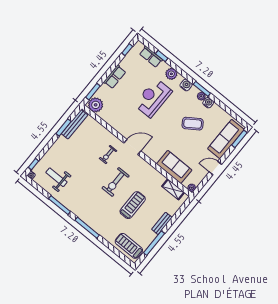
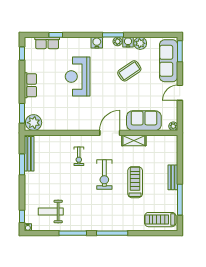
plant: (171, 74) -> (140, 43), moved
door: (132, 147) -> (110, 133), moved
shelving: (173, 189) -> (134, 140), moved

